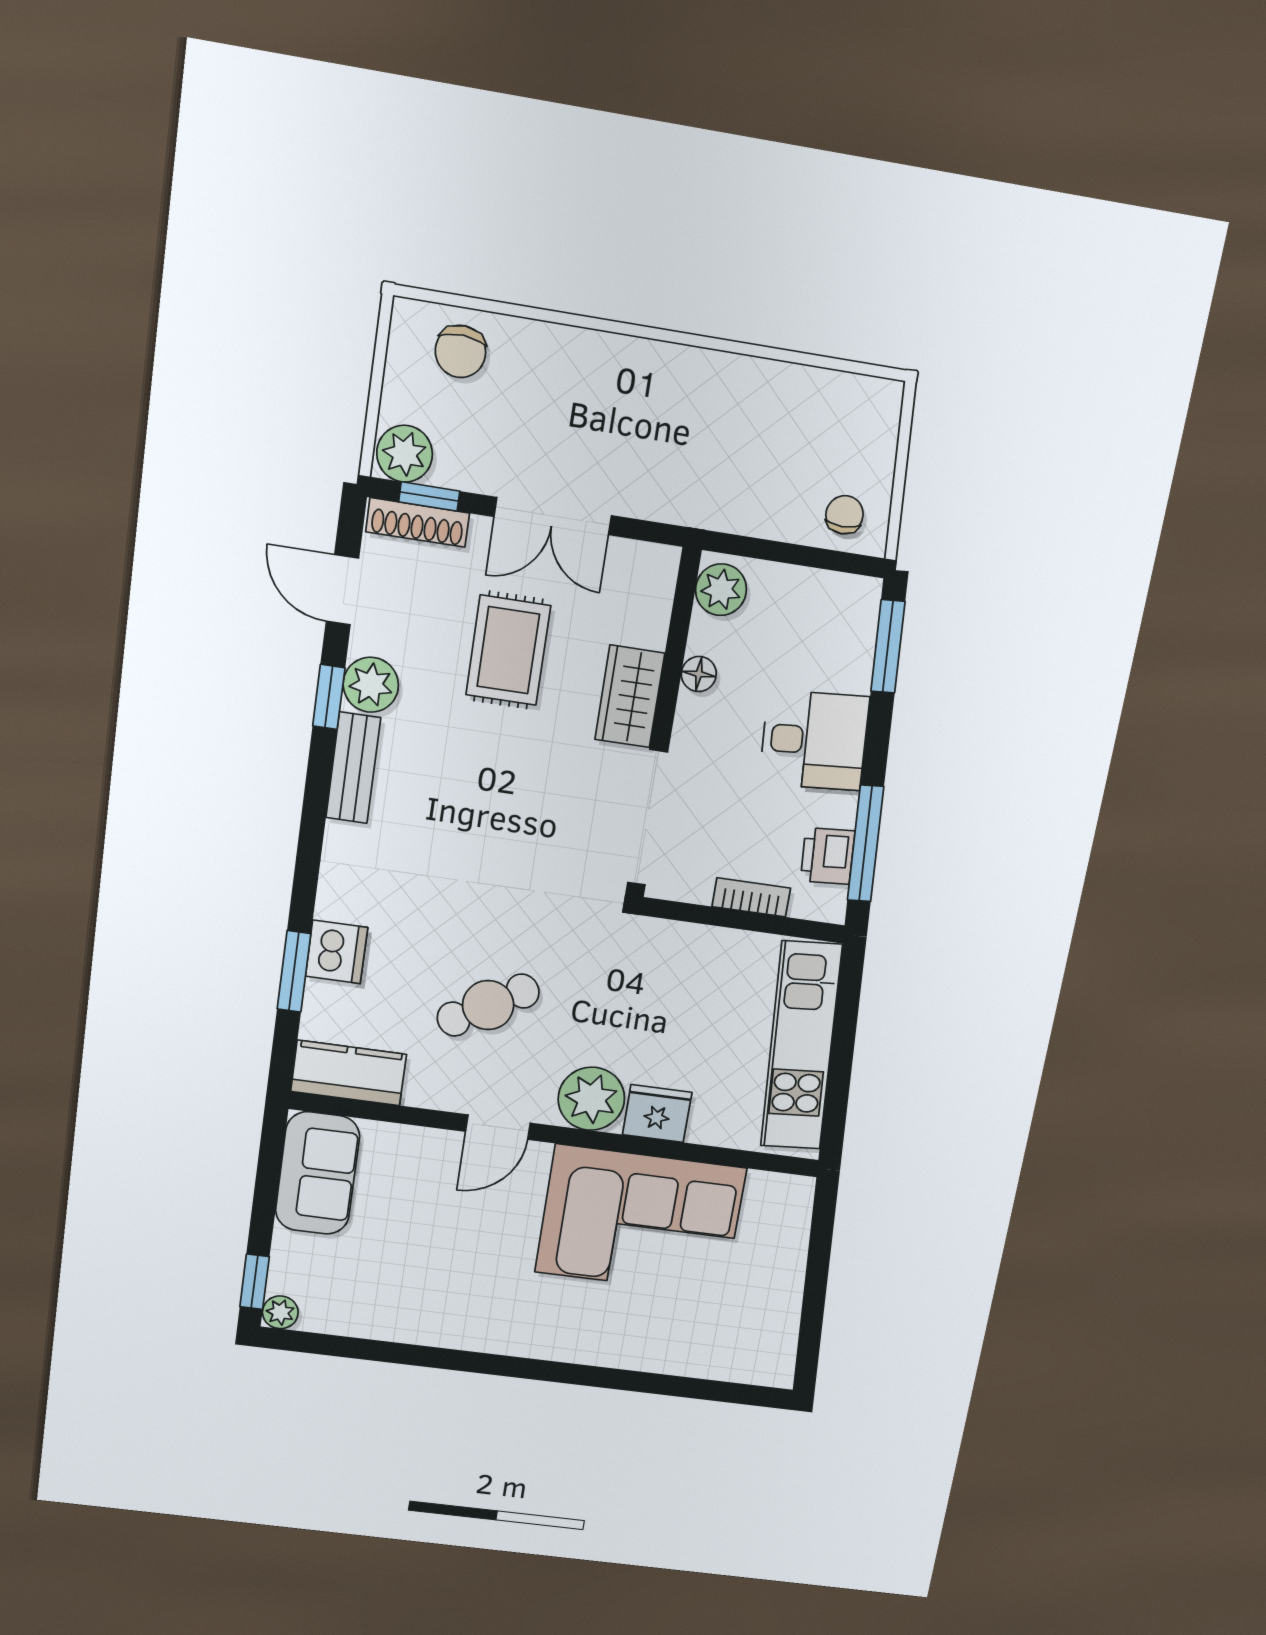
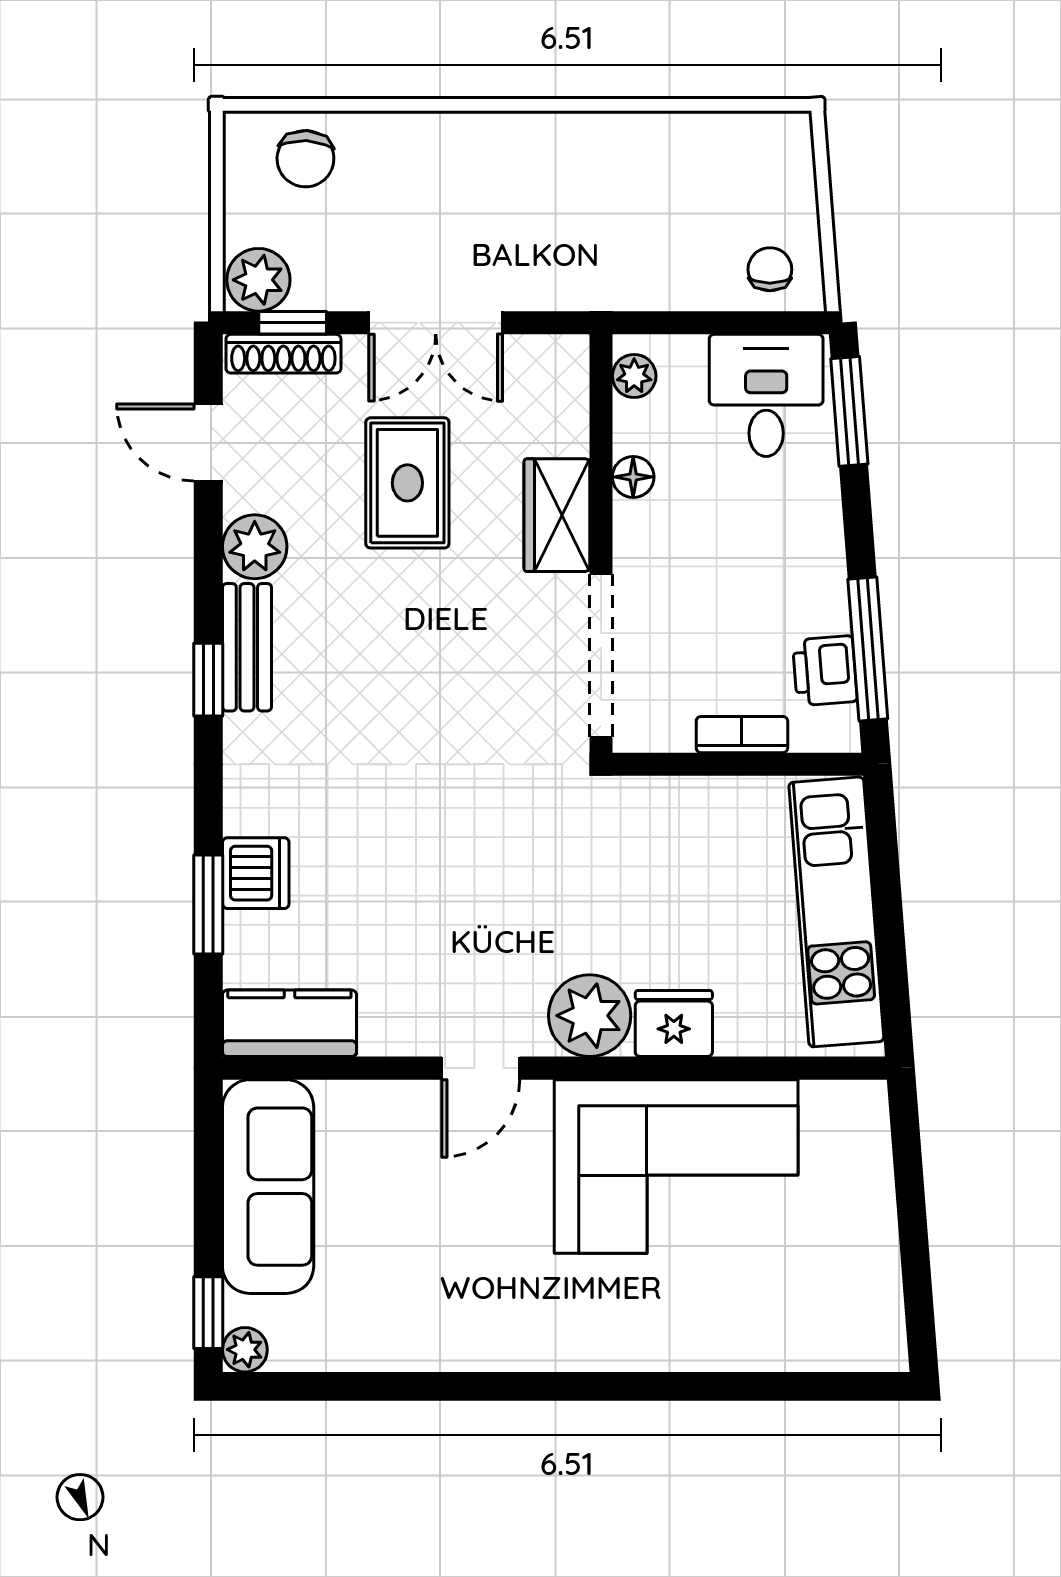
plant: (721, 590) -> (634, 376), width x0.73, depth x0.73
window: (329, 697) -> (208, 680), moved
desk: (814, 740) -> (766, 395), moved, turned -86
cafe table: (488, 1005) -> (446, 914), removed
sofa: (317, 1173) -> (268, 1187), width x1.36

